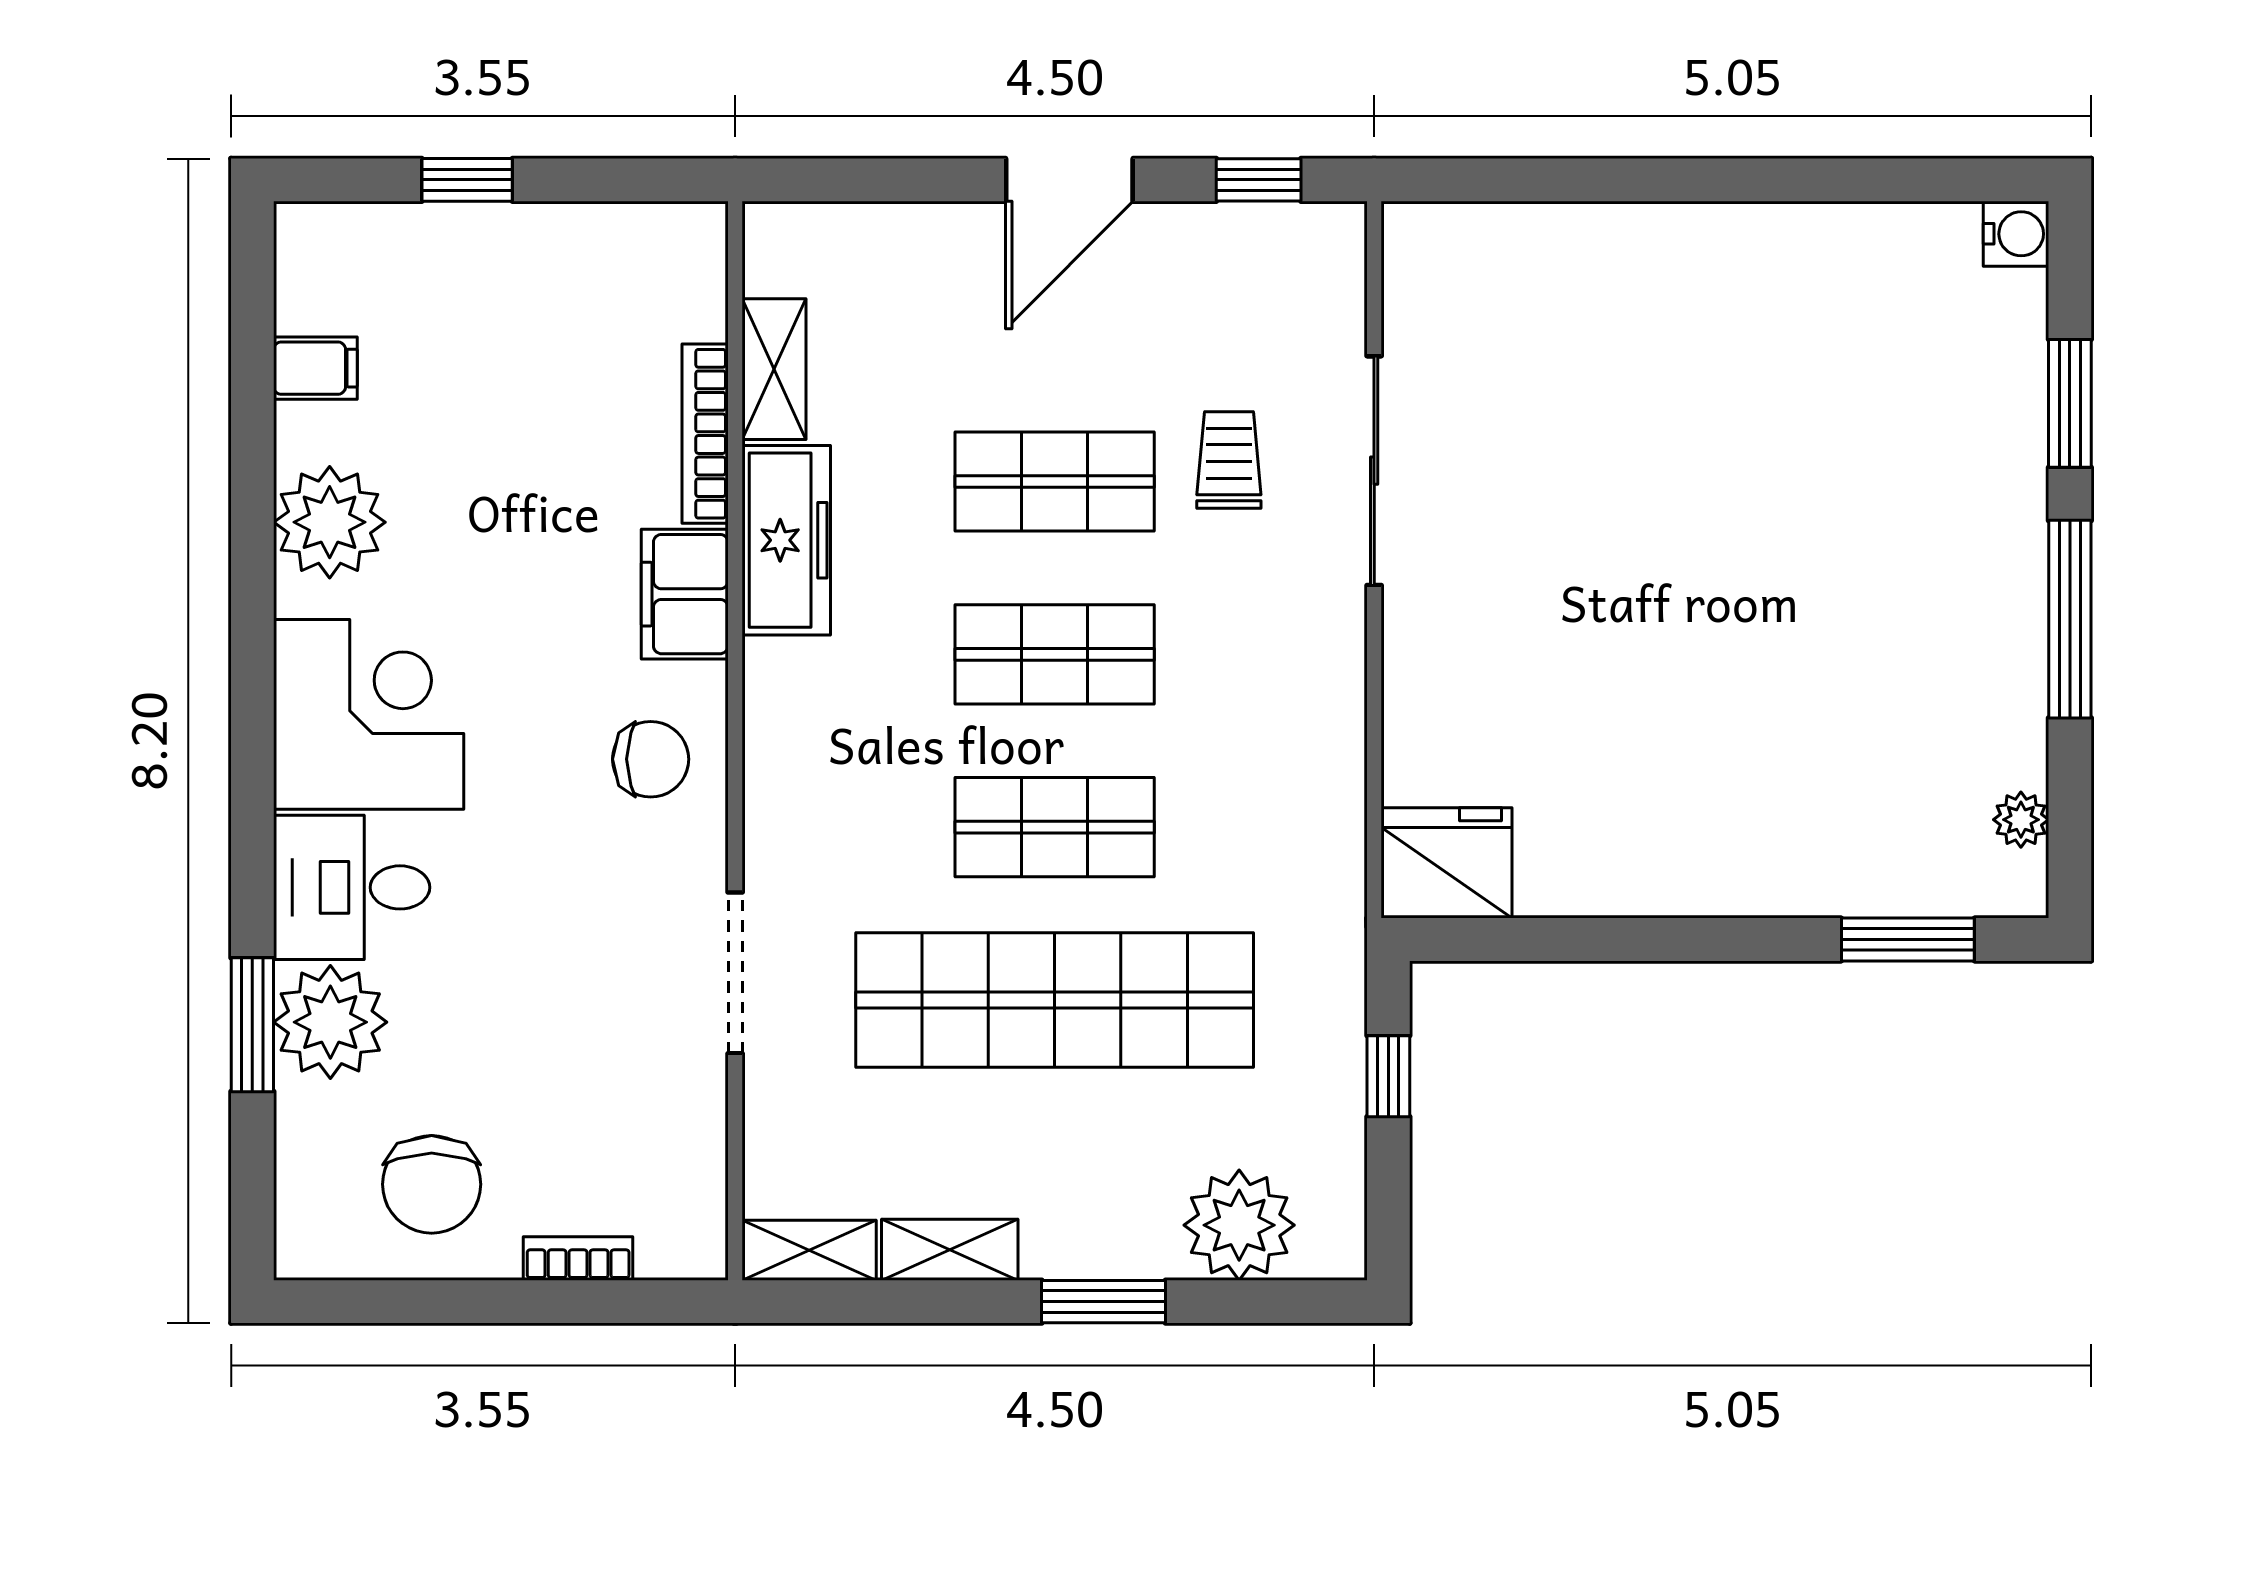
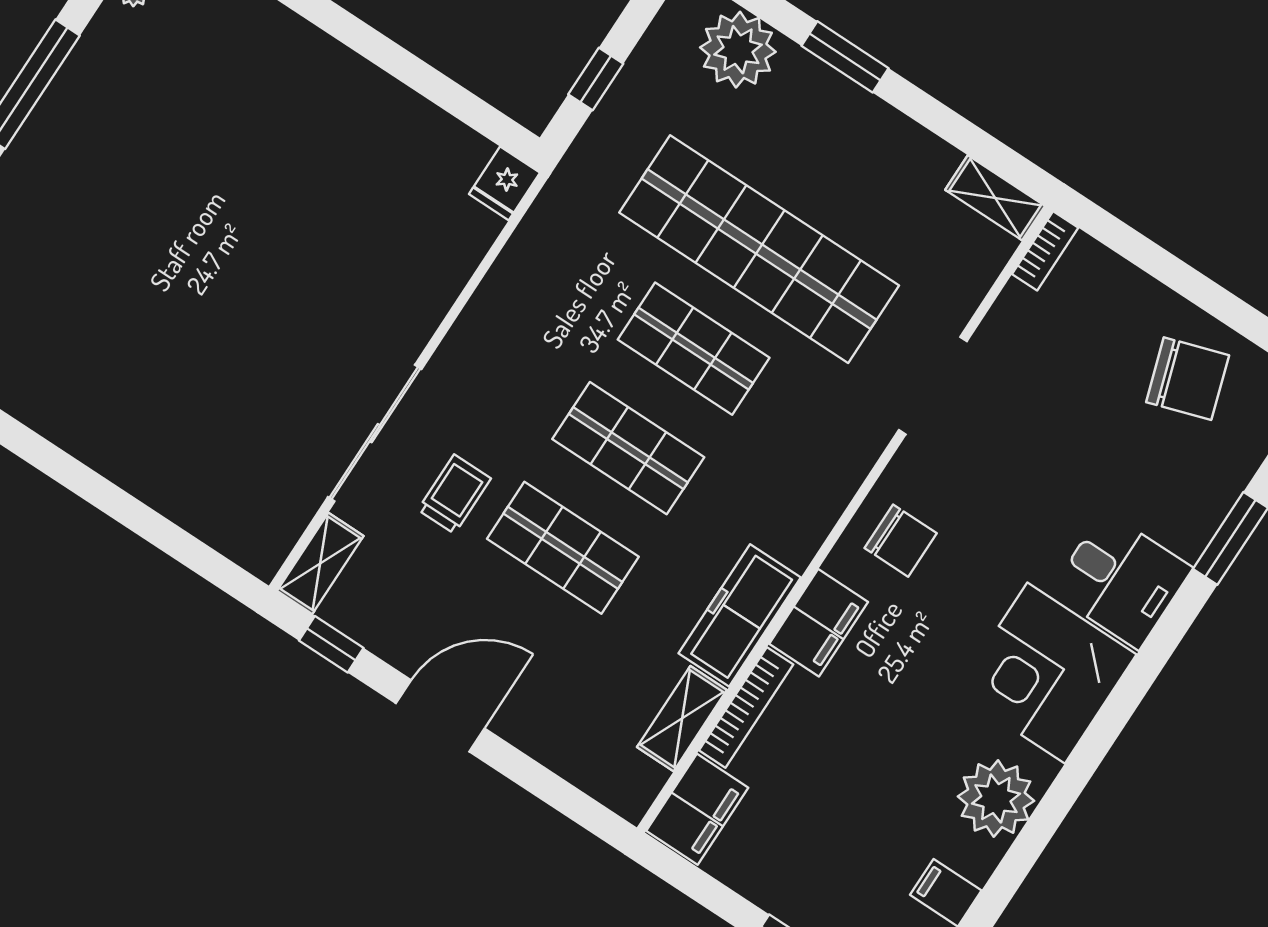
filing cabinet: (683, 271) -> (697, 809), added
trolley: (1229, 460) -> (454, 494), turned 180
chair: (651, 759) -> (901, 541), turned 180
fridge: (1447, 863) -> (504, 183), width x0.53, depth x0.75
plant: (330, 1022) -> (1185, 510), removed
chair: (432, 1184) -> (1188, 379), turned 72
shelving: (950, 1250) -> (320, 563), moved, turned 90
bookcase: (578, 1258) -> (1045, 251), moved, turned -90

